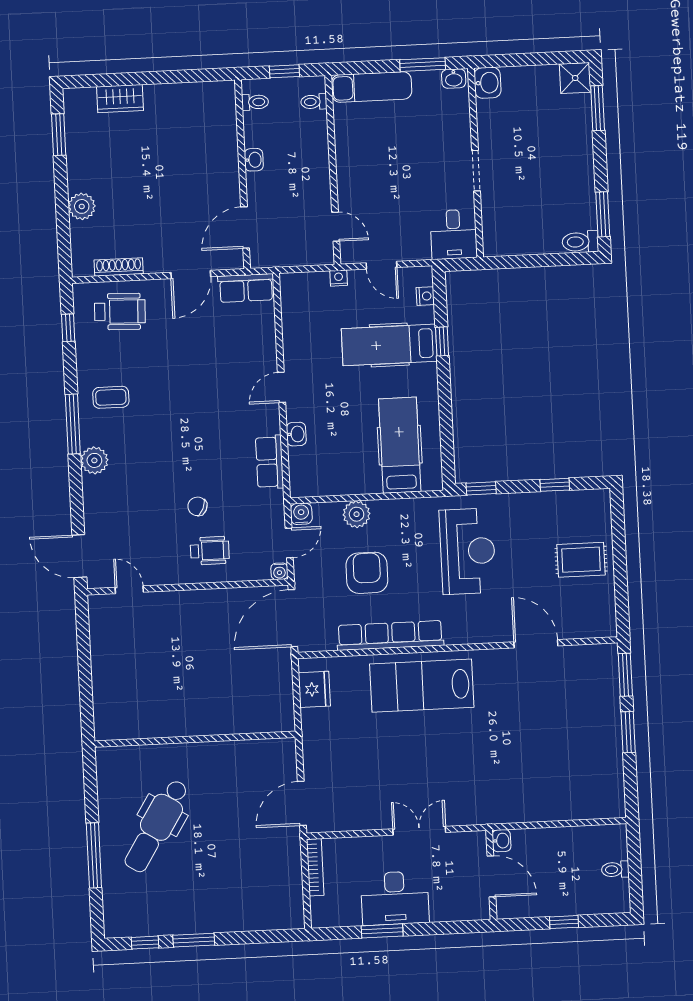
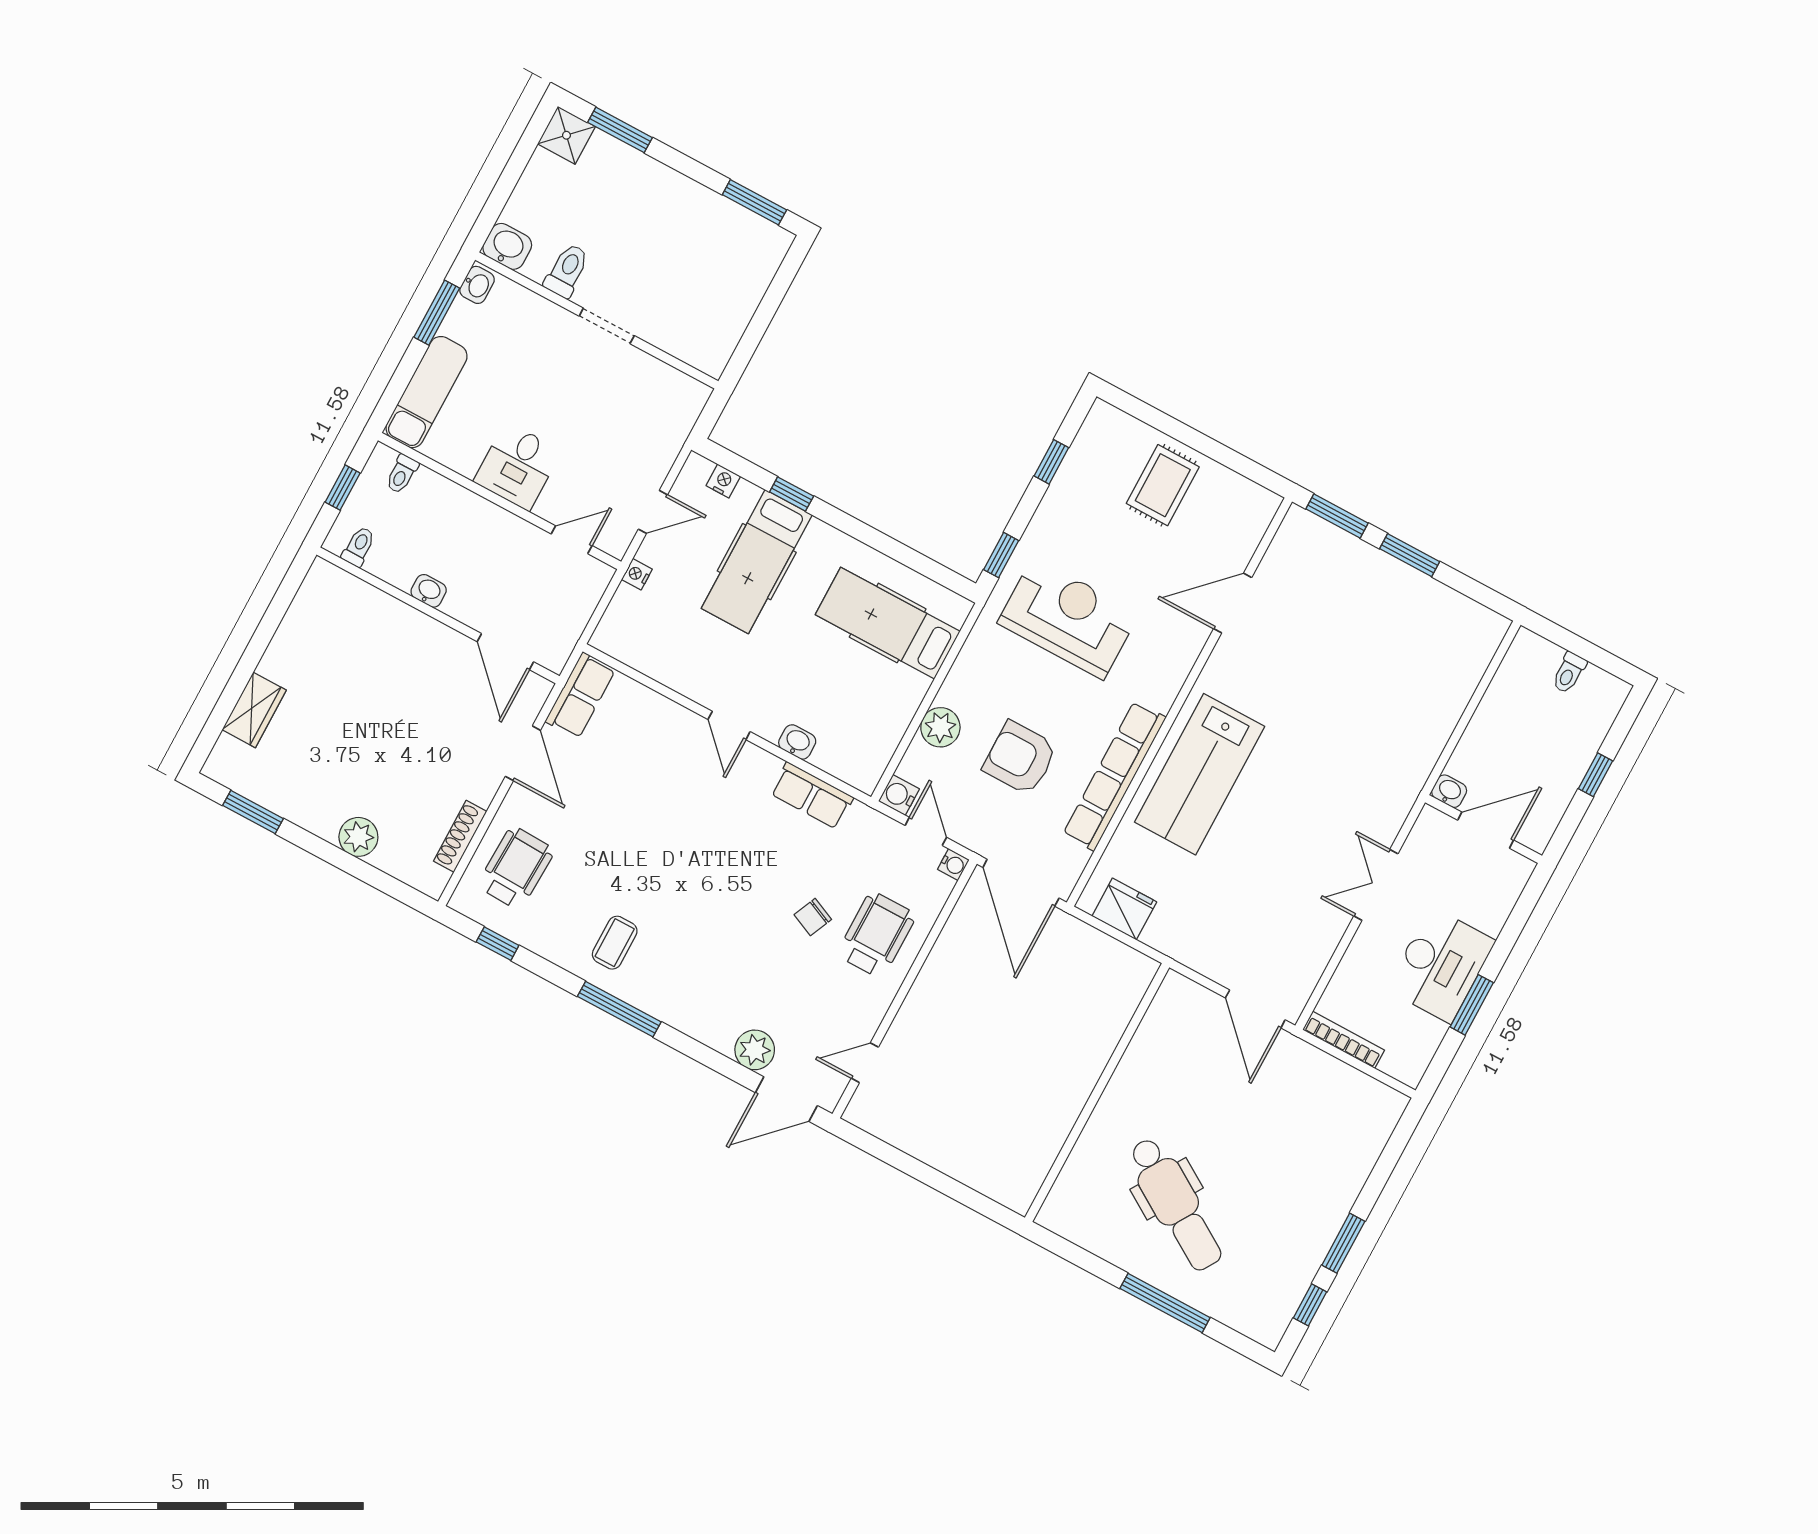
desk: (454, 234) -> (517, 466), moved, turned 90
toilet: (580, 242) -> (567, 271), moved, turned 180
plant: (94, 460) -> (755, 1050), moved
wheelchair: (210, 551) -> (876, 935), width x1.36, depth x1.37

